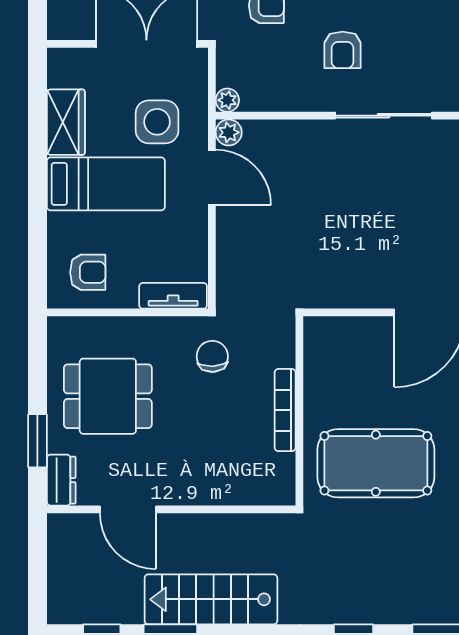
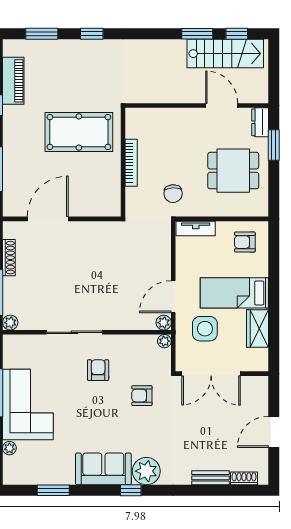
door: (212, 177) -> (173, 297), hinge flipped
stairs: (211, 599) -> (225, 54), moved

